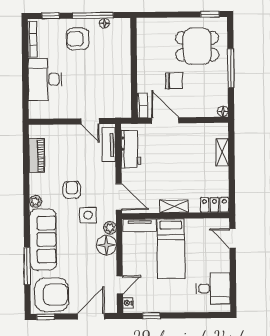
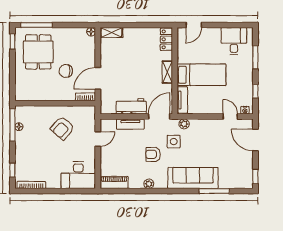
window: (93, 15) -> (12, 125), moved
armchair: (78, 39) -> (62, 128), moved, turned 42
window: (231, 68) -> (37, 25), moved
desk: (45, 79) -> (78, 175), moved
chair: (174, 81) -> (66, 71), turned -90
tv unit: (109, 145) -> (130, 124), moved
workbench: (131, 149) -> (131, 106), moved
shelving: (222, 152) -> (111, 33), moved
piano: (37, 156) -> (114, 182), moved
plant: (35, 201) -> (149, 184), moved
floor lamp: (106, 245) -> (198, 127), removed
armchair: (52, 295) -> (238, 172), removed
window: (193, 315) -> (255, 57), added

